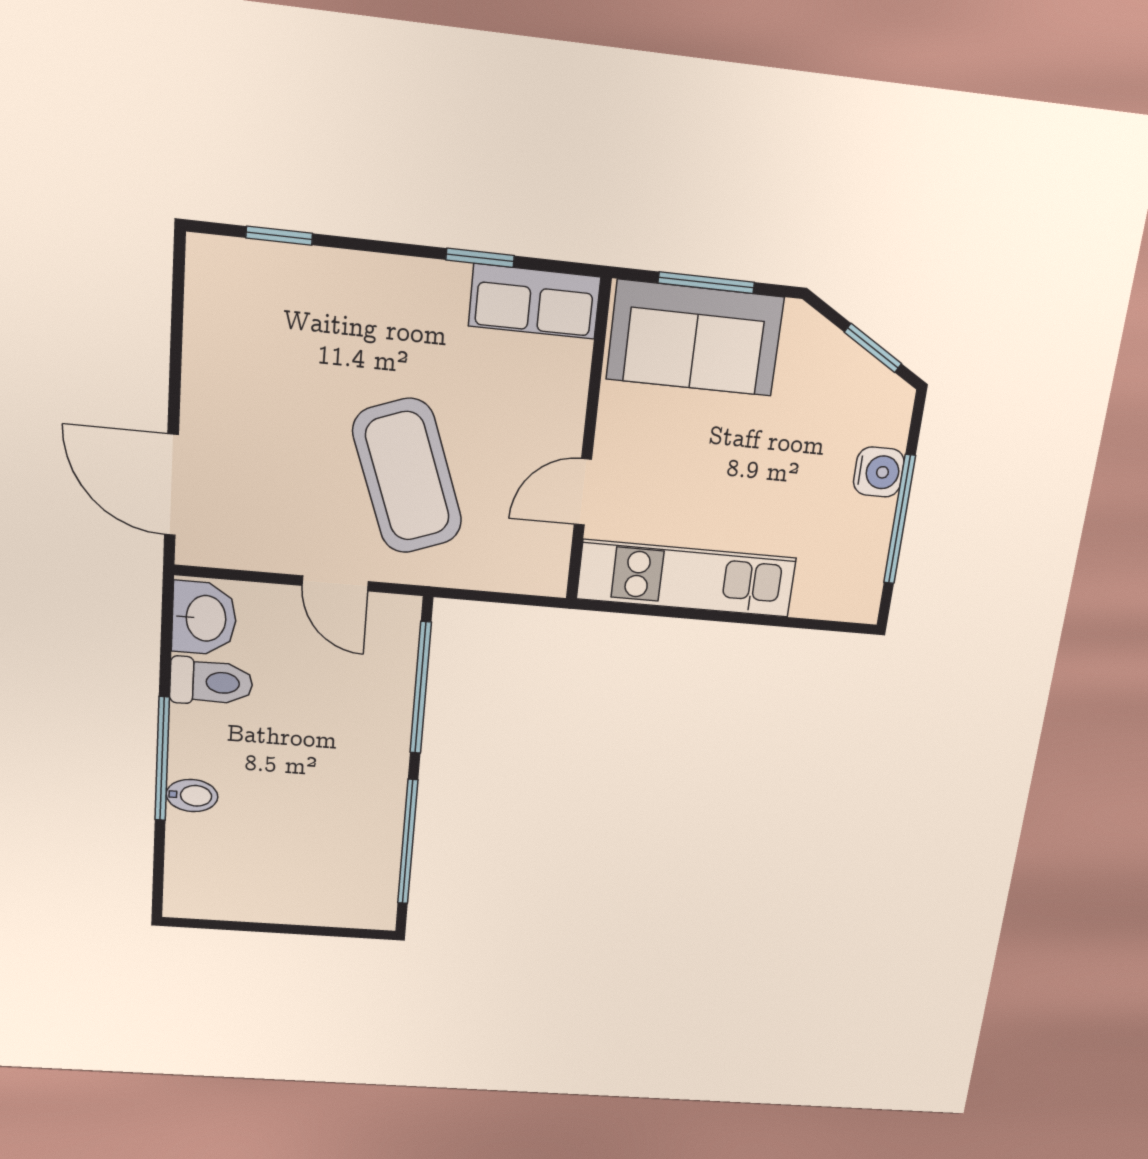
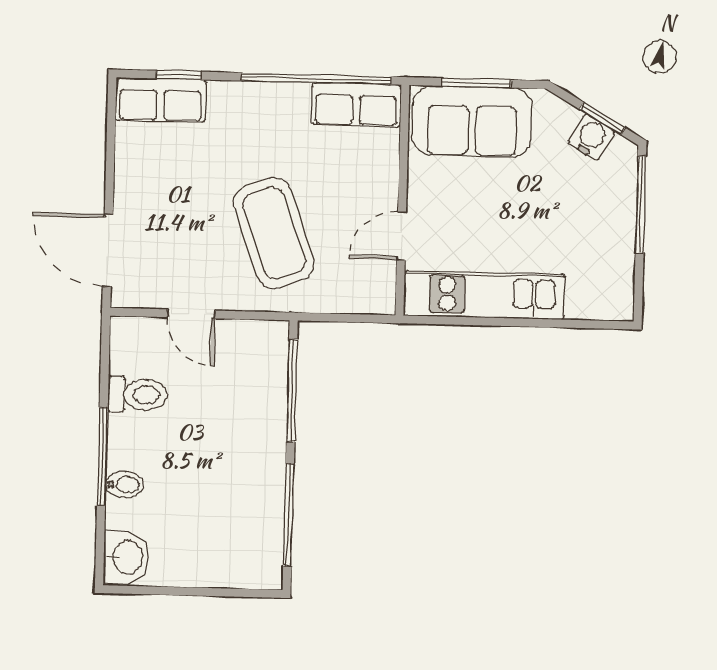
window: (480, 258) -> (316, 79), width x3.17
row of seats: (252, 271) -> (161, 100), added
water cooler: (879, 472) -> (591, 137), moved, turned -60
window: (900, 520) -> (641, 205), moved
door: (335, 583) -> (191, 314), moved
washbasin: (204, 618) -> (126, 557), moved

